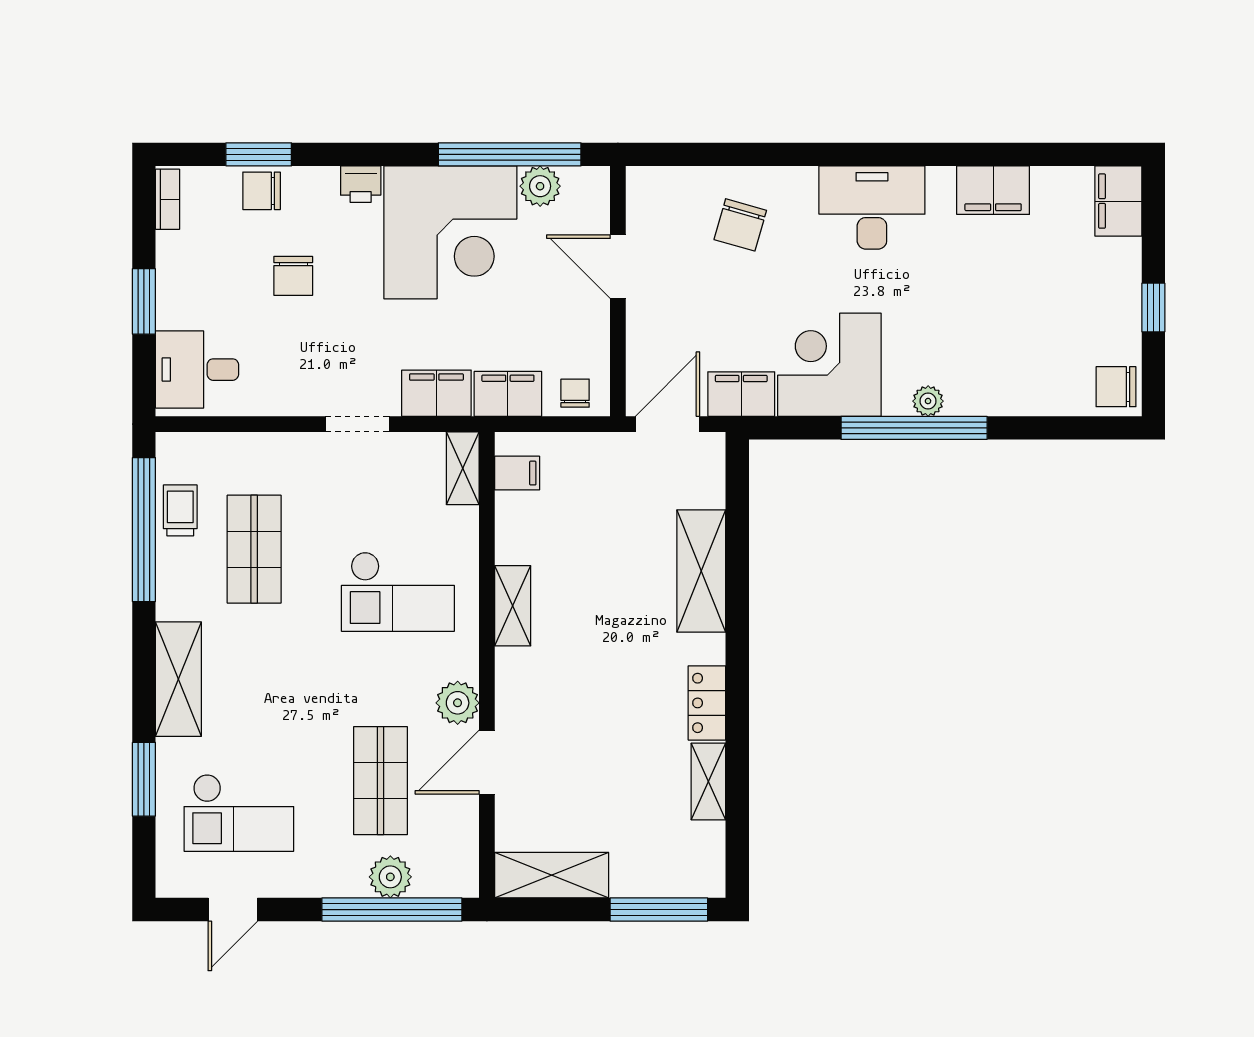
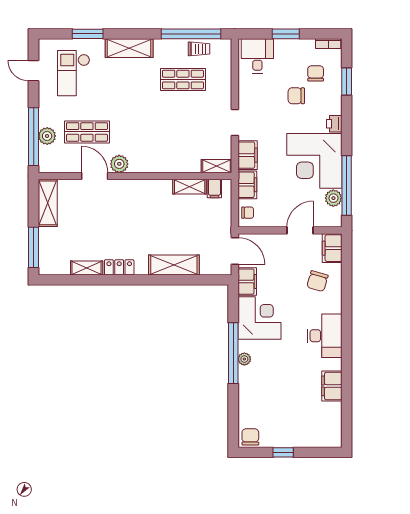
chair: (262, 191) -> (316, 73), moved
filing cabinet: (1118, 201) -> (332, 248), moved, turned -90
chair: (740, 225) -> (317, 281), turned -90
checkout: (398, 592) -> (165, 139), removed
shelving: (513, 606) -> (190, 187), moved

